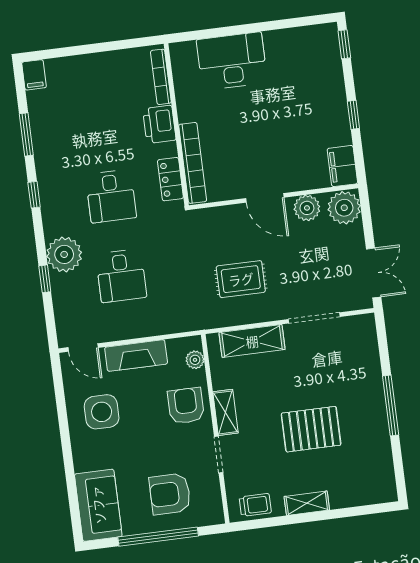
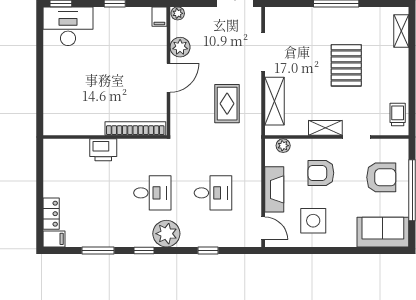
desk: (232, 61) -> (68, 26), moved, turned 90
bookcase: (161, 77) -> (68, 144), removed
filing cabinet: (342, 166) -> (159, 17), width x0.50
locker: (170, 179) -> (51, 214), moved, turned -90
plant: (344, 208) -> (178, 13), width x0.53, depth x0.53
plant: (64, 254) -> (166, 234), moved
door: (83, 348) -> (263, 228), hinge flipped
armchair: (186, 406) -> (321, 173), moved
armchair: (170, 494) -> (381, 177), turned -90
shelving: (307, 503) -> (401, 31), moved

